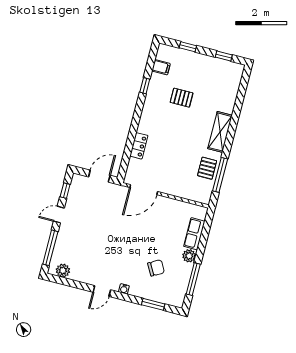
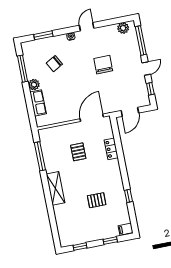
filing cabinet: (161, 67) -> (126, 229), moved
pallet: (207, 168) -> (78, 152), moved
chair: (104, 241) -> (103, 65), added

